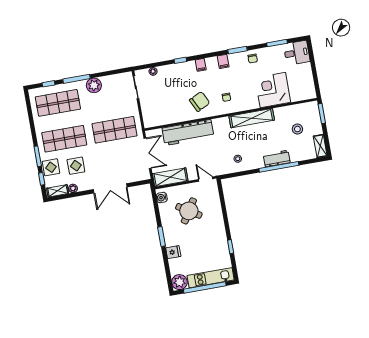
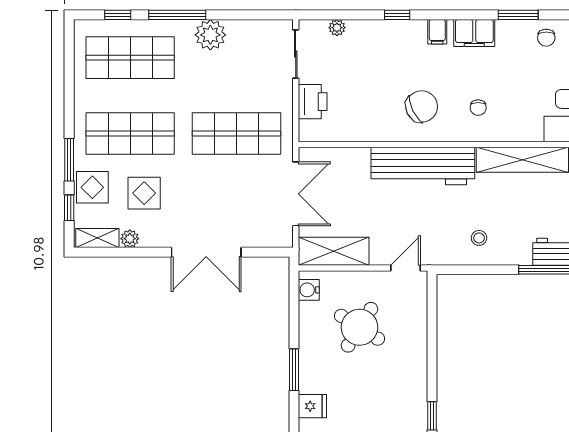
filing cabinet: (223, 61) -> (474, 33), width x2.00
printer: (148, 108) -> (313, 102), added
workbench: (188, 133) -> (423, 166), moved
door: (206, 179) -> (406, 268), hinge flipped

